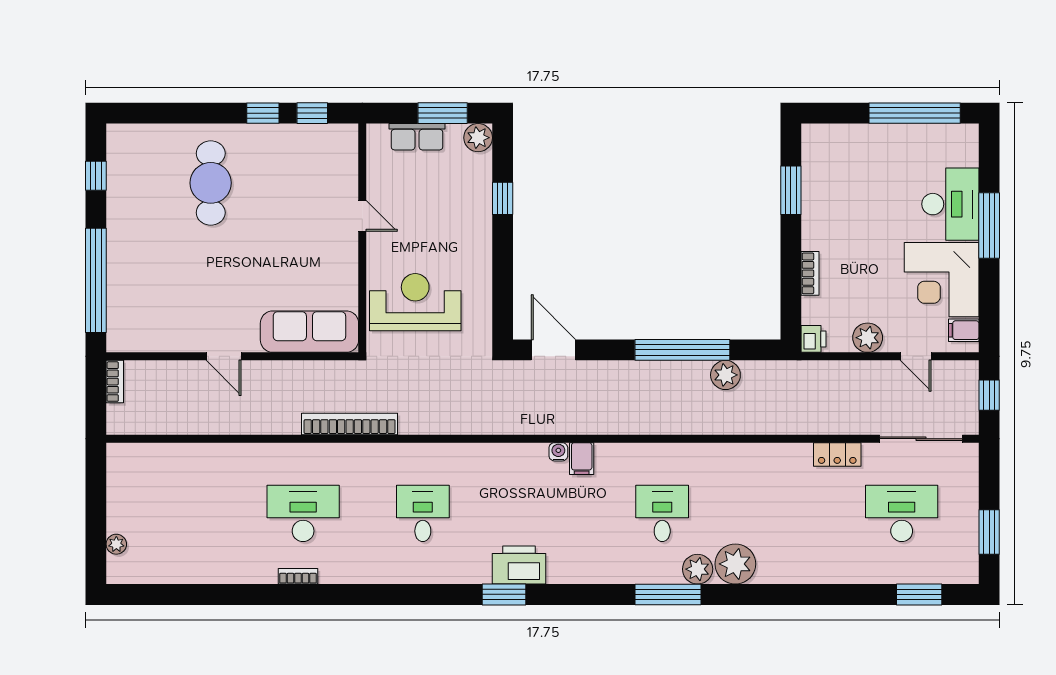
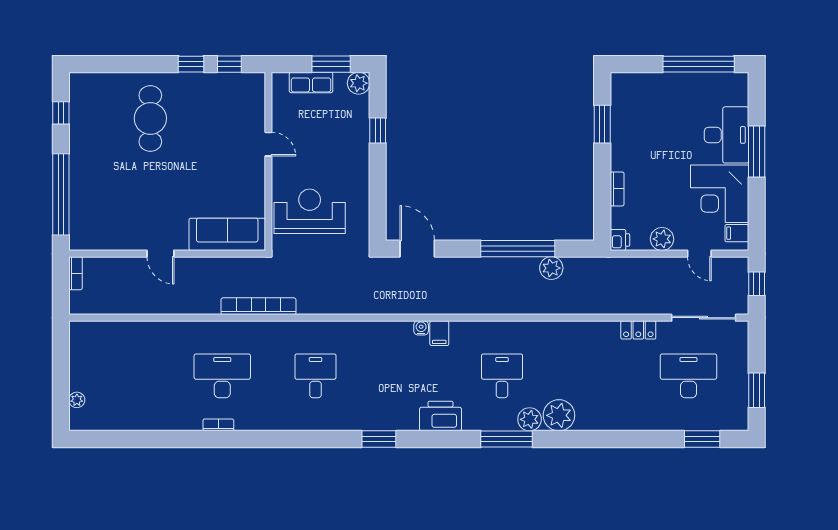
printer: (519, 565) -> (440, 416), moved

